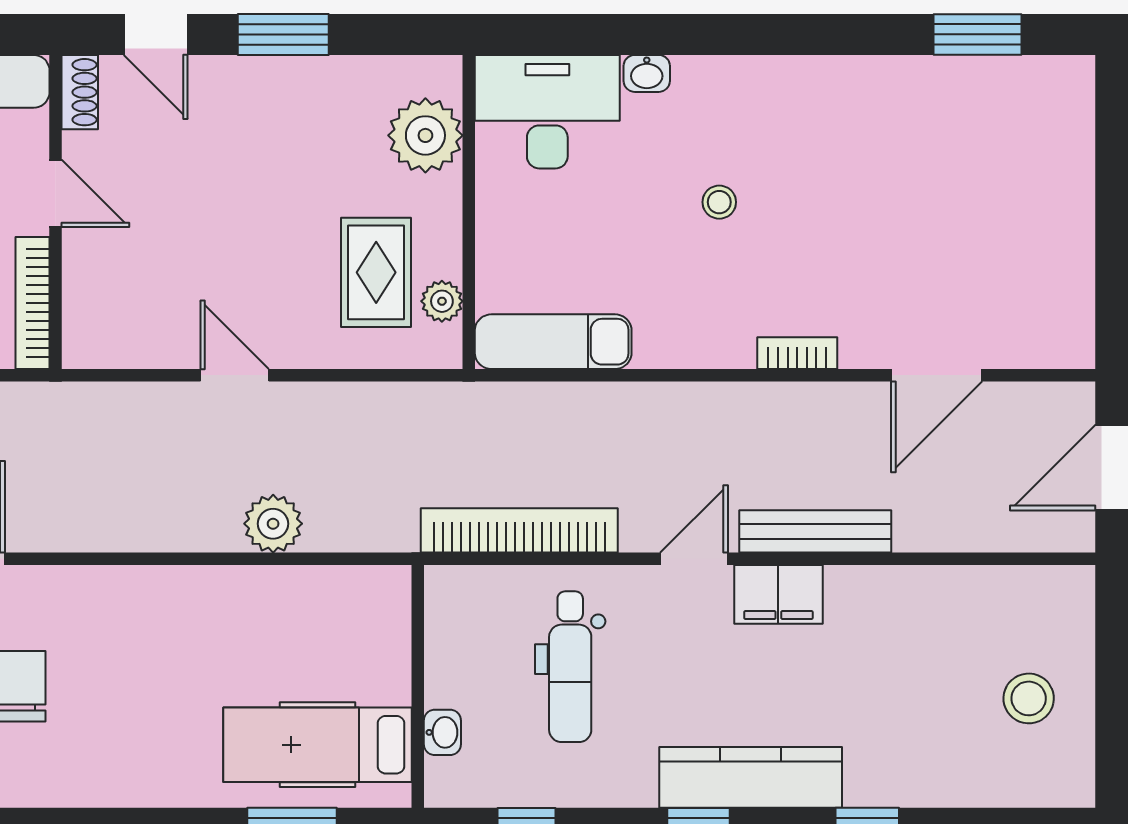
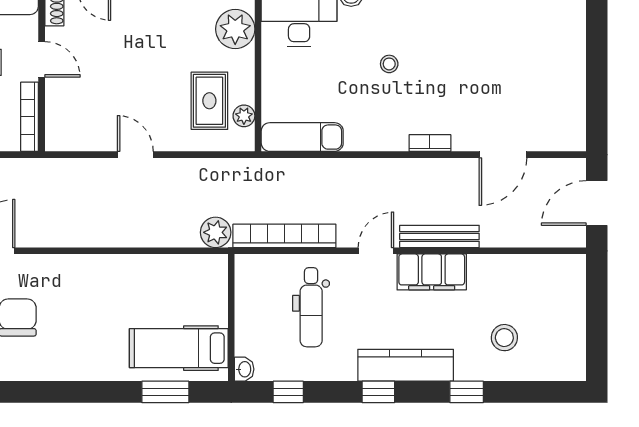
plant: (273, 524) -> (216, 232), moved
filing cabinet: (778, 594) -> (432, 272), width x1.50, depth x1.17
stool: (1029, 698) -> (504, 338), moved
washbasin: (442, 732) -> (244, 369), moved

